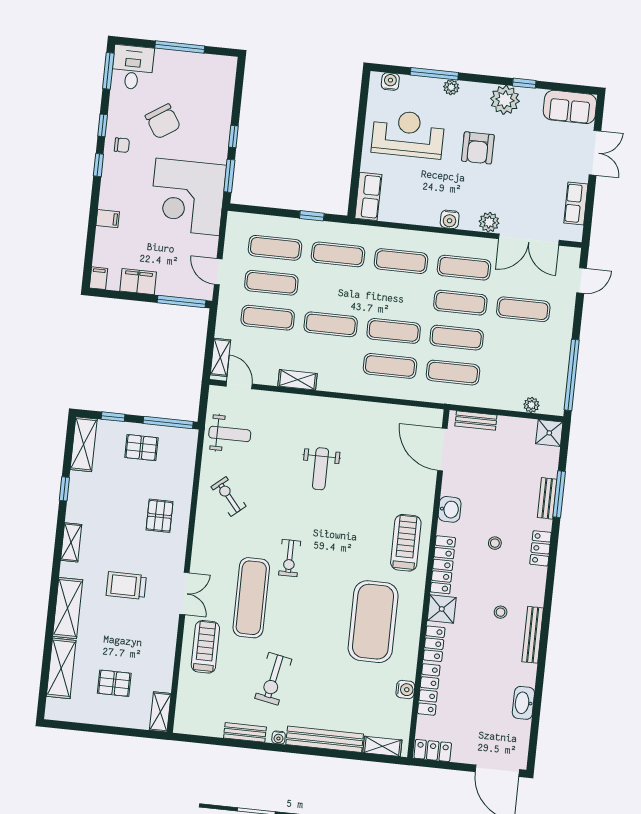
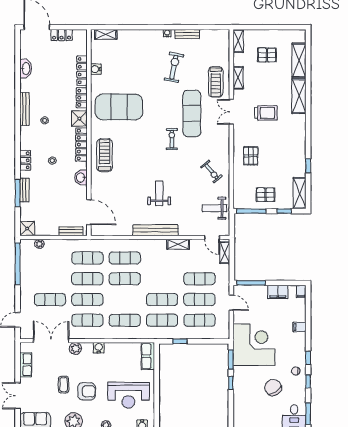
armchair: (478, 148) -> (87, 391), turned 90
coffee table: (516, 163) -> (64, 385), added
exercise mat: (331, 324) -> (162, 299), moved
shelving: (71, 542) -> (238, 78), moved
treadmill: (406, 543) -> (105, 155), turned 180
exercise mat: (373, 622) -> (119, 107), turned 90
bench: (325, 739) -> (155, 230), moved
locker: (433, 750) -> (62, 35), moved

